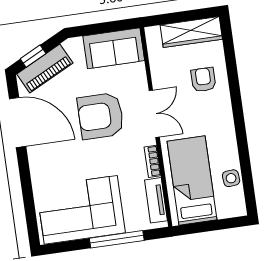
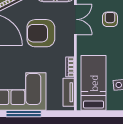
double door: (154, 114) -> (75, 19), moved
window: (117, 239) -> (24, 114), moved

